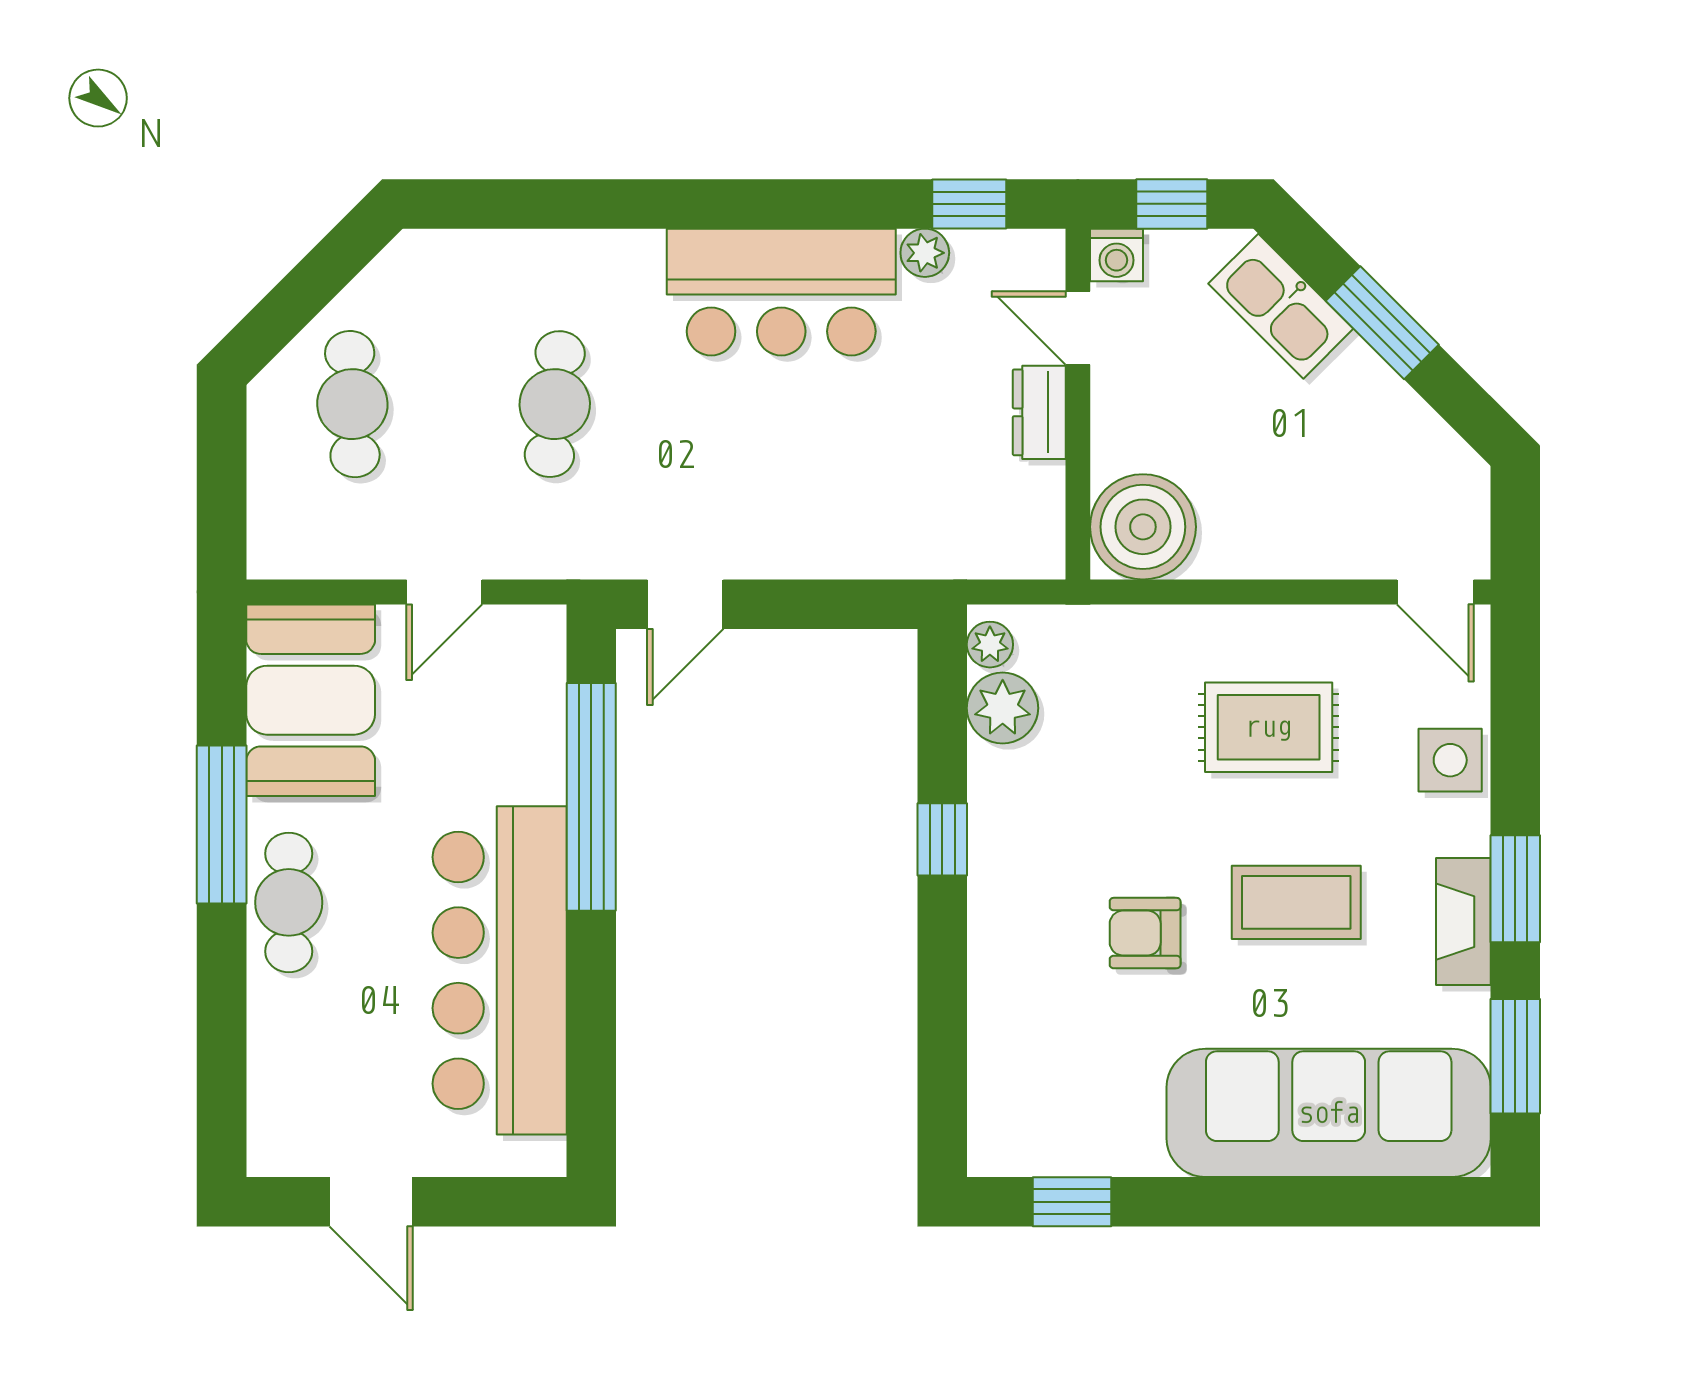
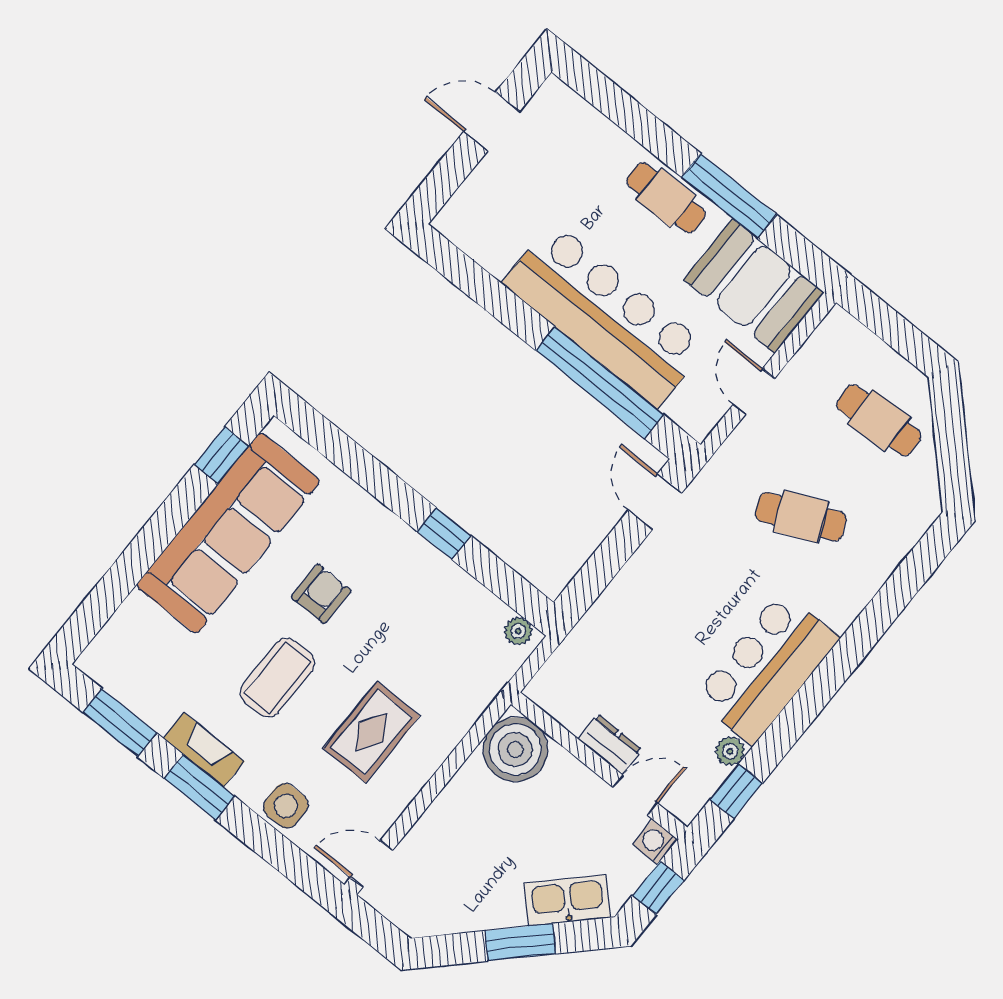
cafe table: (555, 404) -> (801, 517), turned -30
plant: (1003, 708) -> (483, 613), removed
bar counter: (500, 970) -> (605, 315), moved
sofa: (1329, 1113) -> (228, 533), moved

